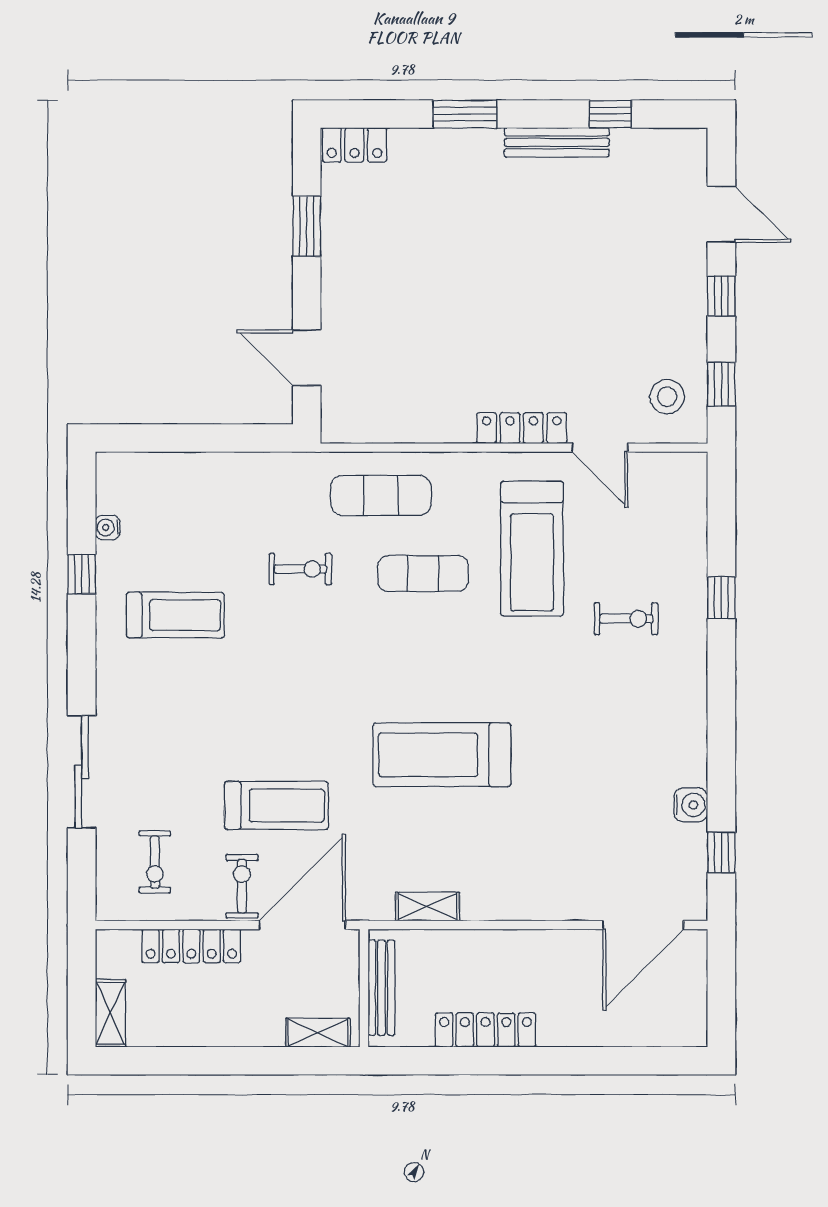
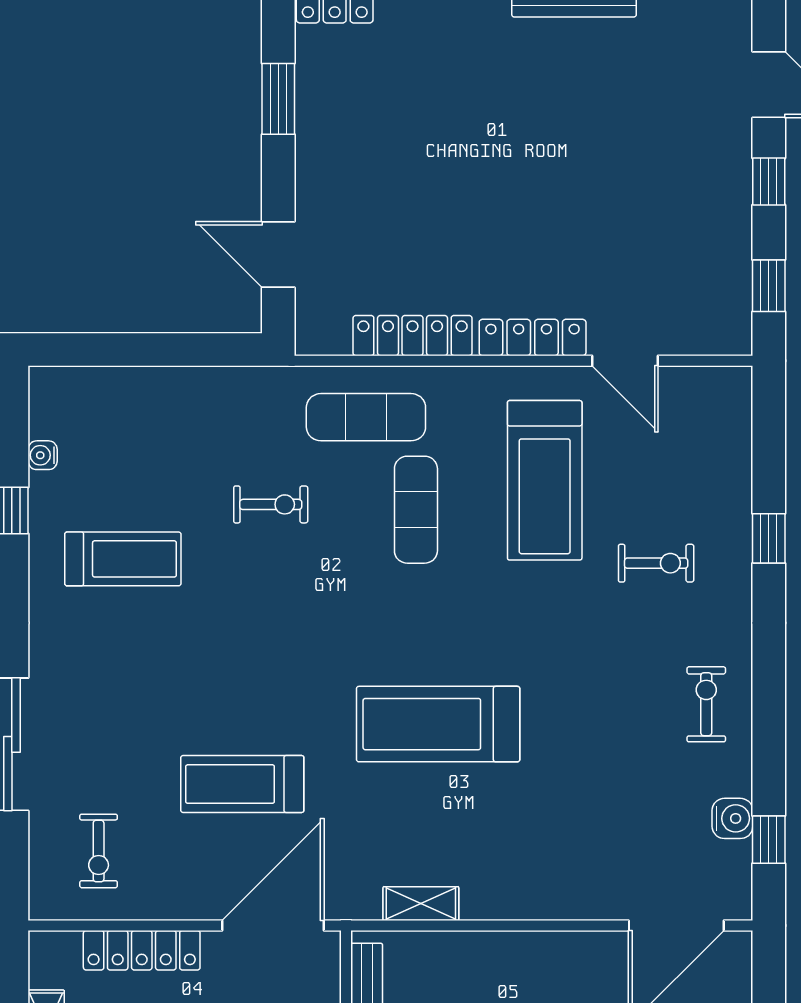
stool: (667, 397) -> (705, 300), removed
locker: (420, 426) -> (412, 336), added
exercise mat: (423, 574) -> (416, 510), turned 90
treadmill: (276, 805) -> (242, 784), turned 180
water cooler: (691, 805) -> (732, 818), moved
exercise bike: (242, 886) -> (706, 704), moved

